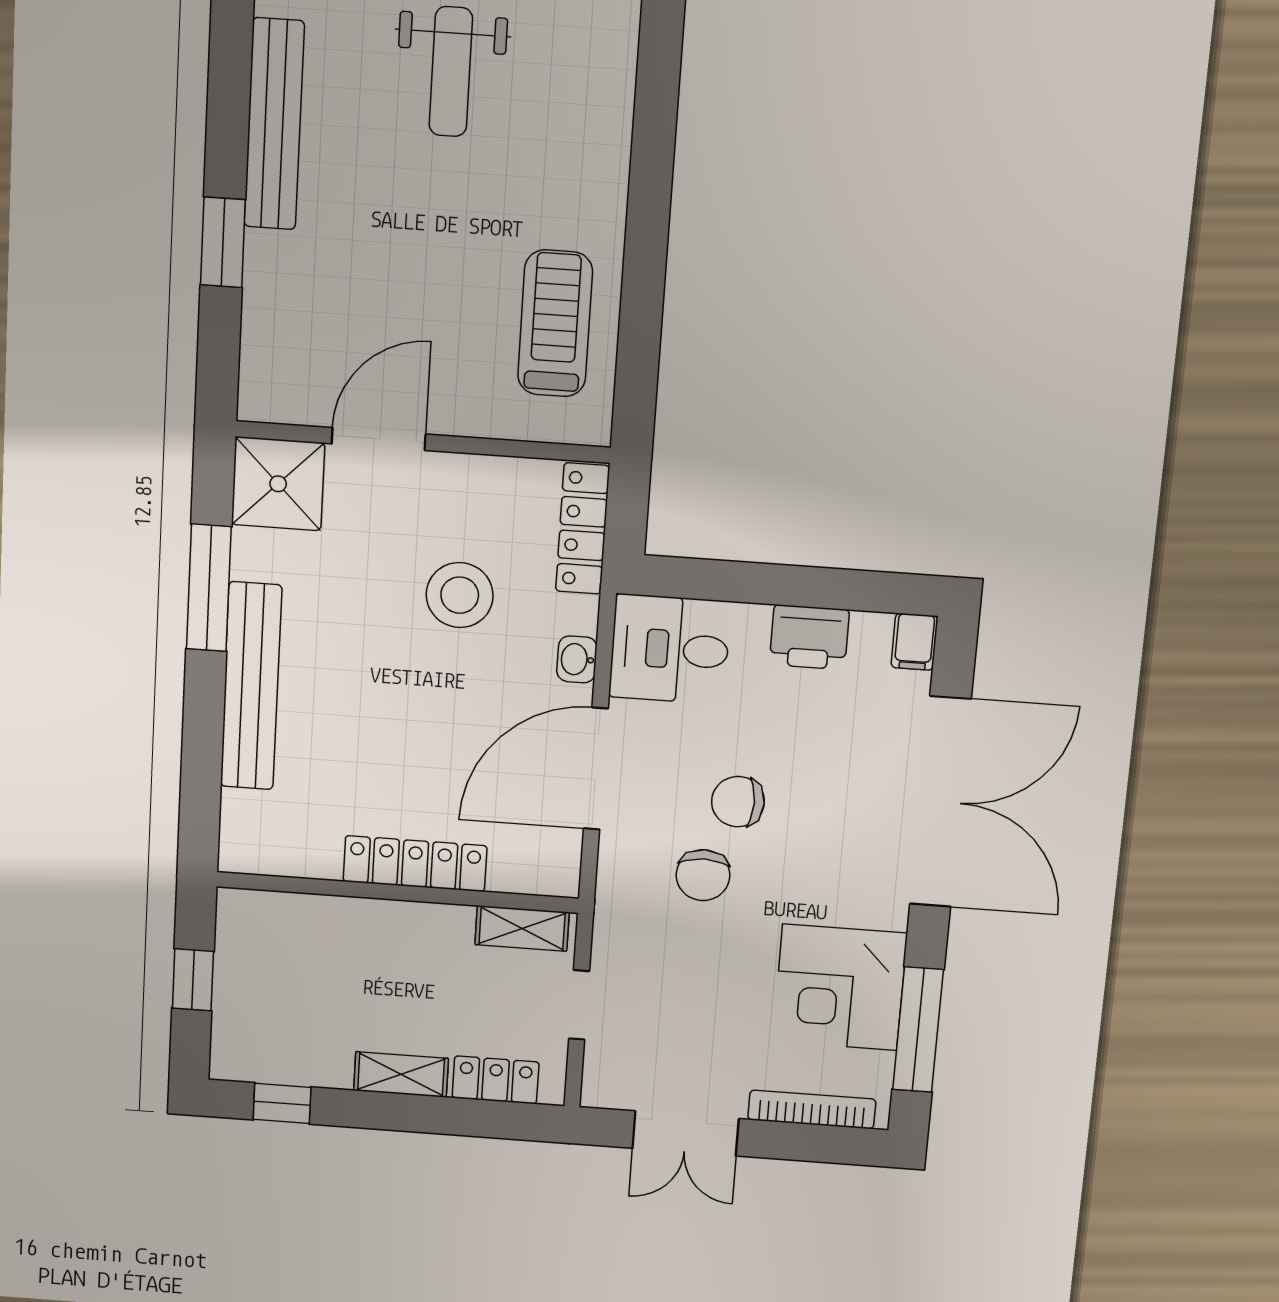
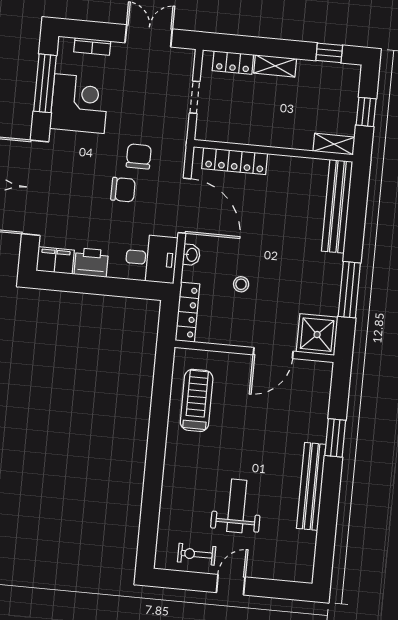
treadmill: (555, 323) -> (197, 400), turned 180
stool: (460, 595) -> (241, 284), width x0.53, depth x0.53
filing cabinet: (914, 642) -> (55, 260), width x2.00
bench: (251, 686) -> (337, 206), moved
door: (596, 769) -> (184, 206), hinge flipped
locker: (415, 864) -> (235, 161), moved
shelving: (522, 928) -> (334, 144), moved
bookcase: (812, 1109) -> (92, 46), width x0.64

